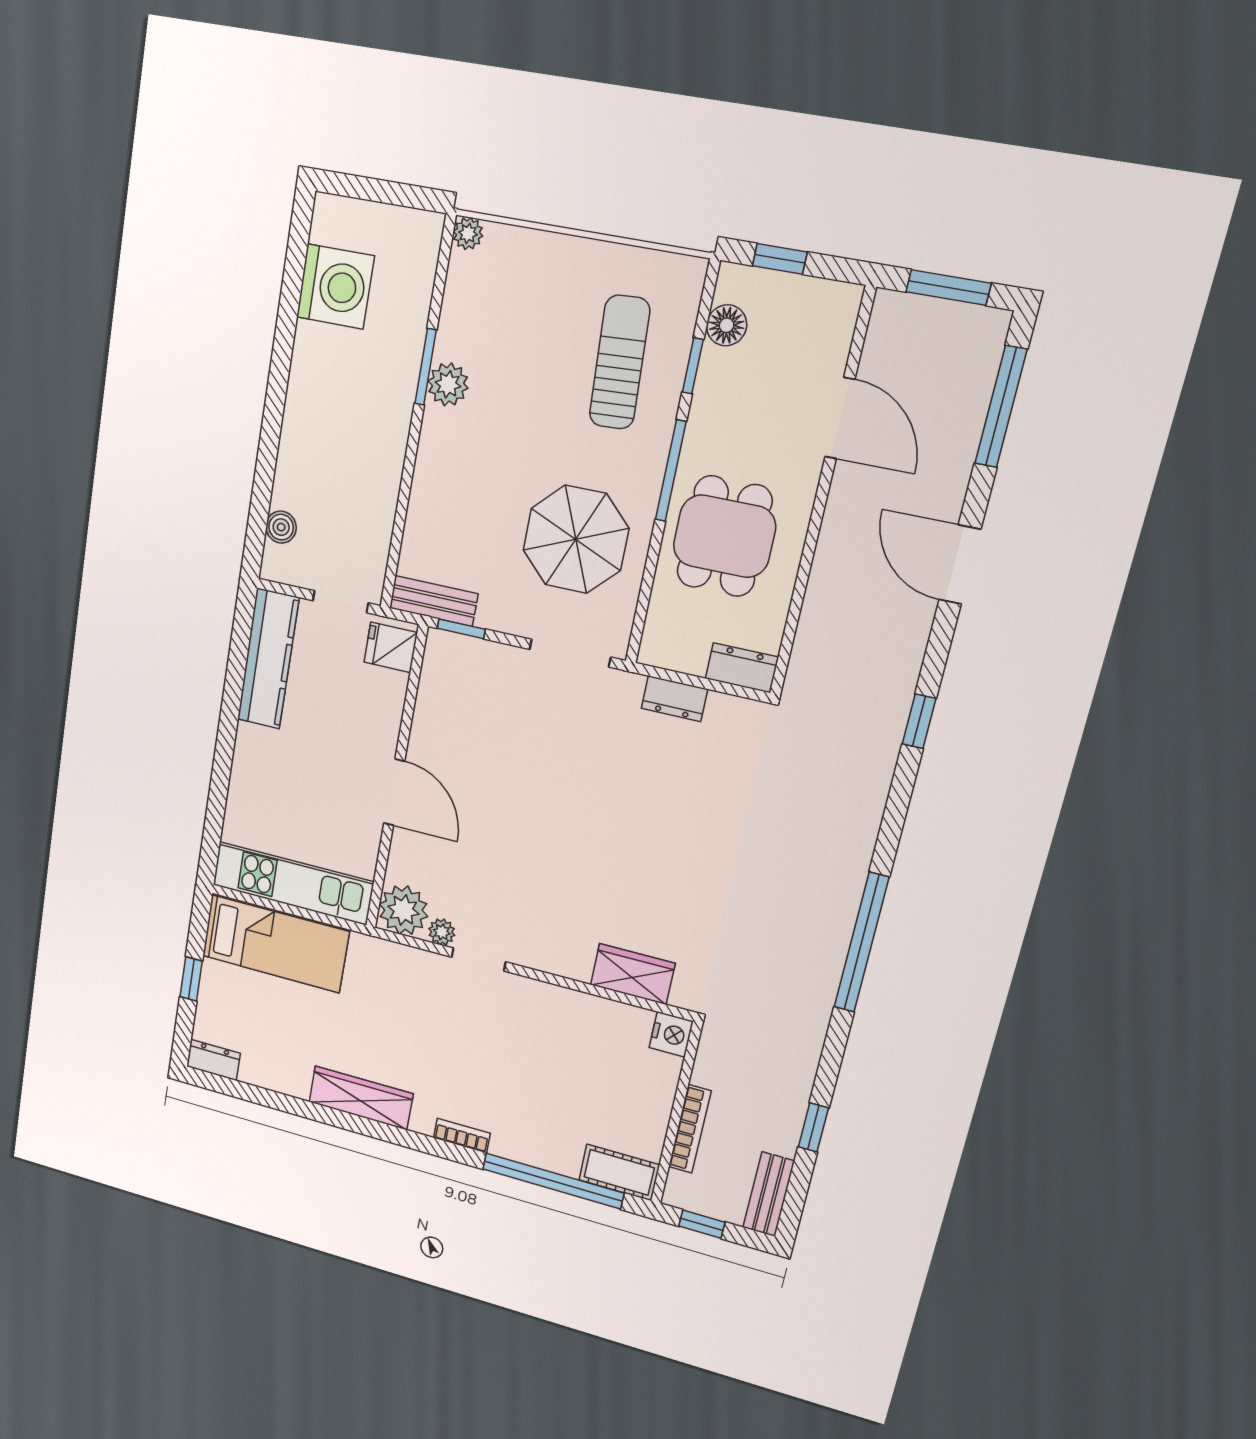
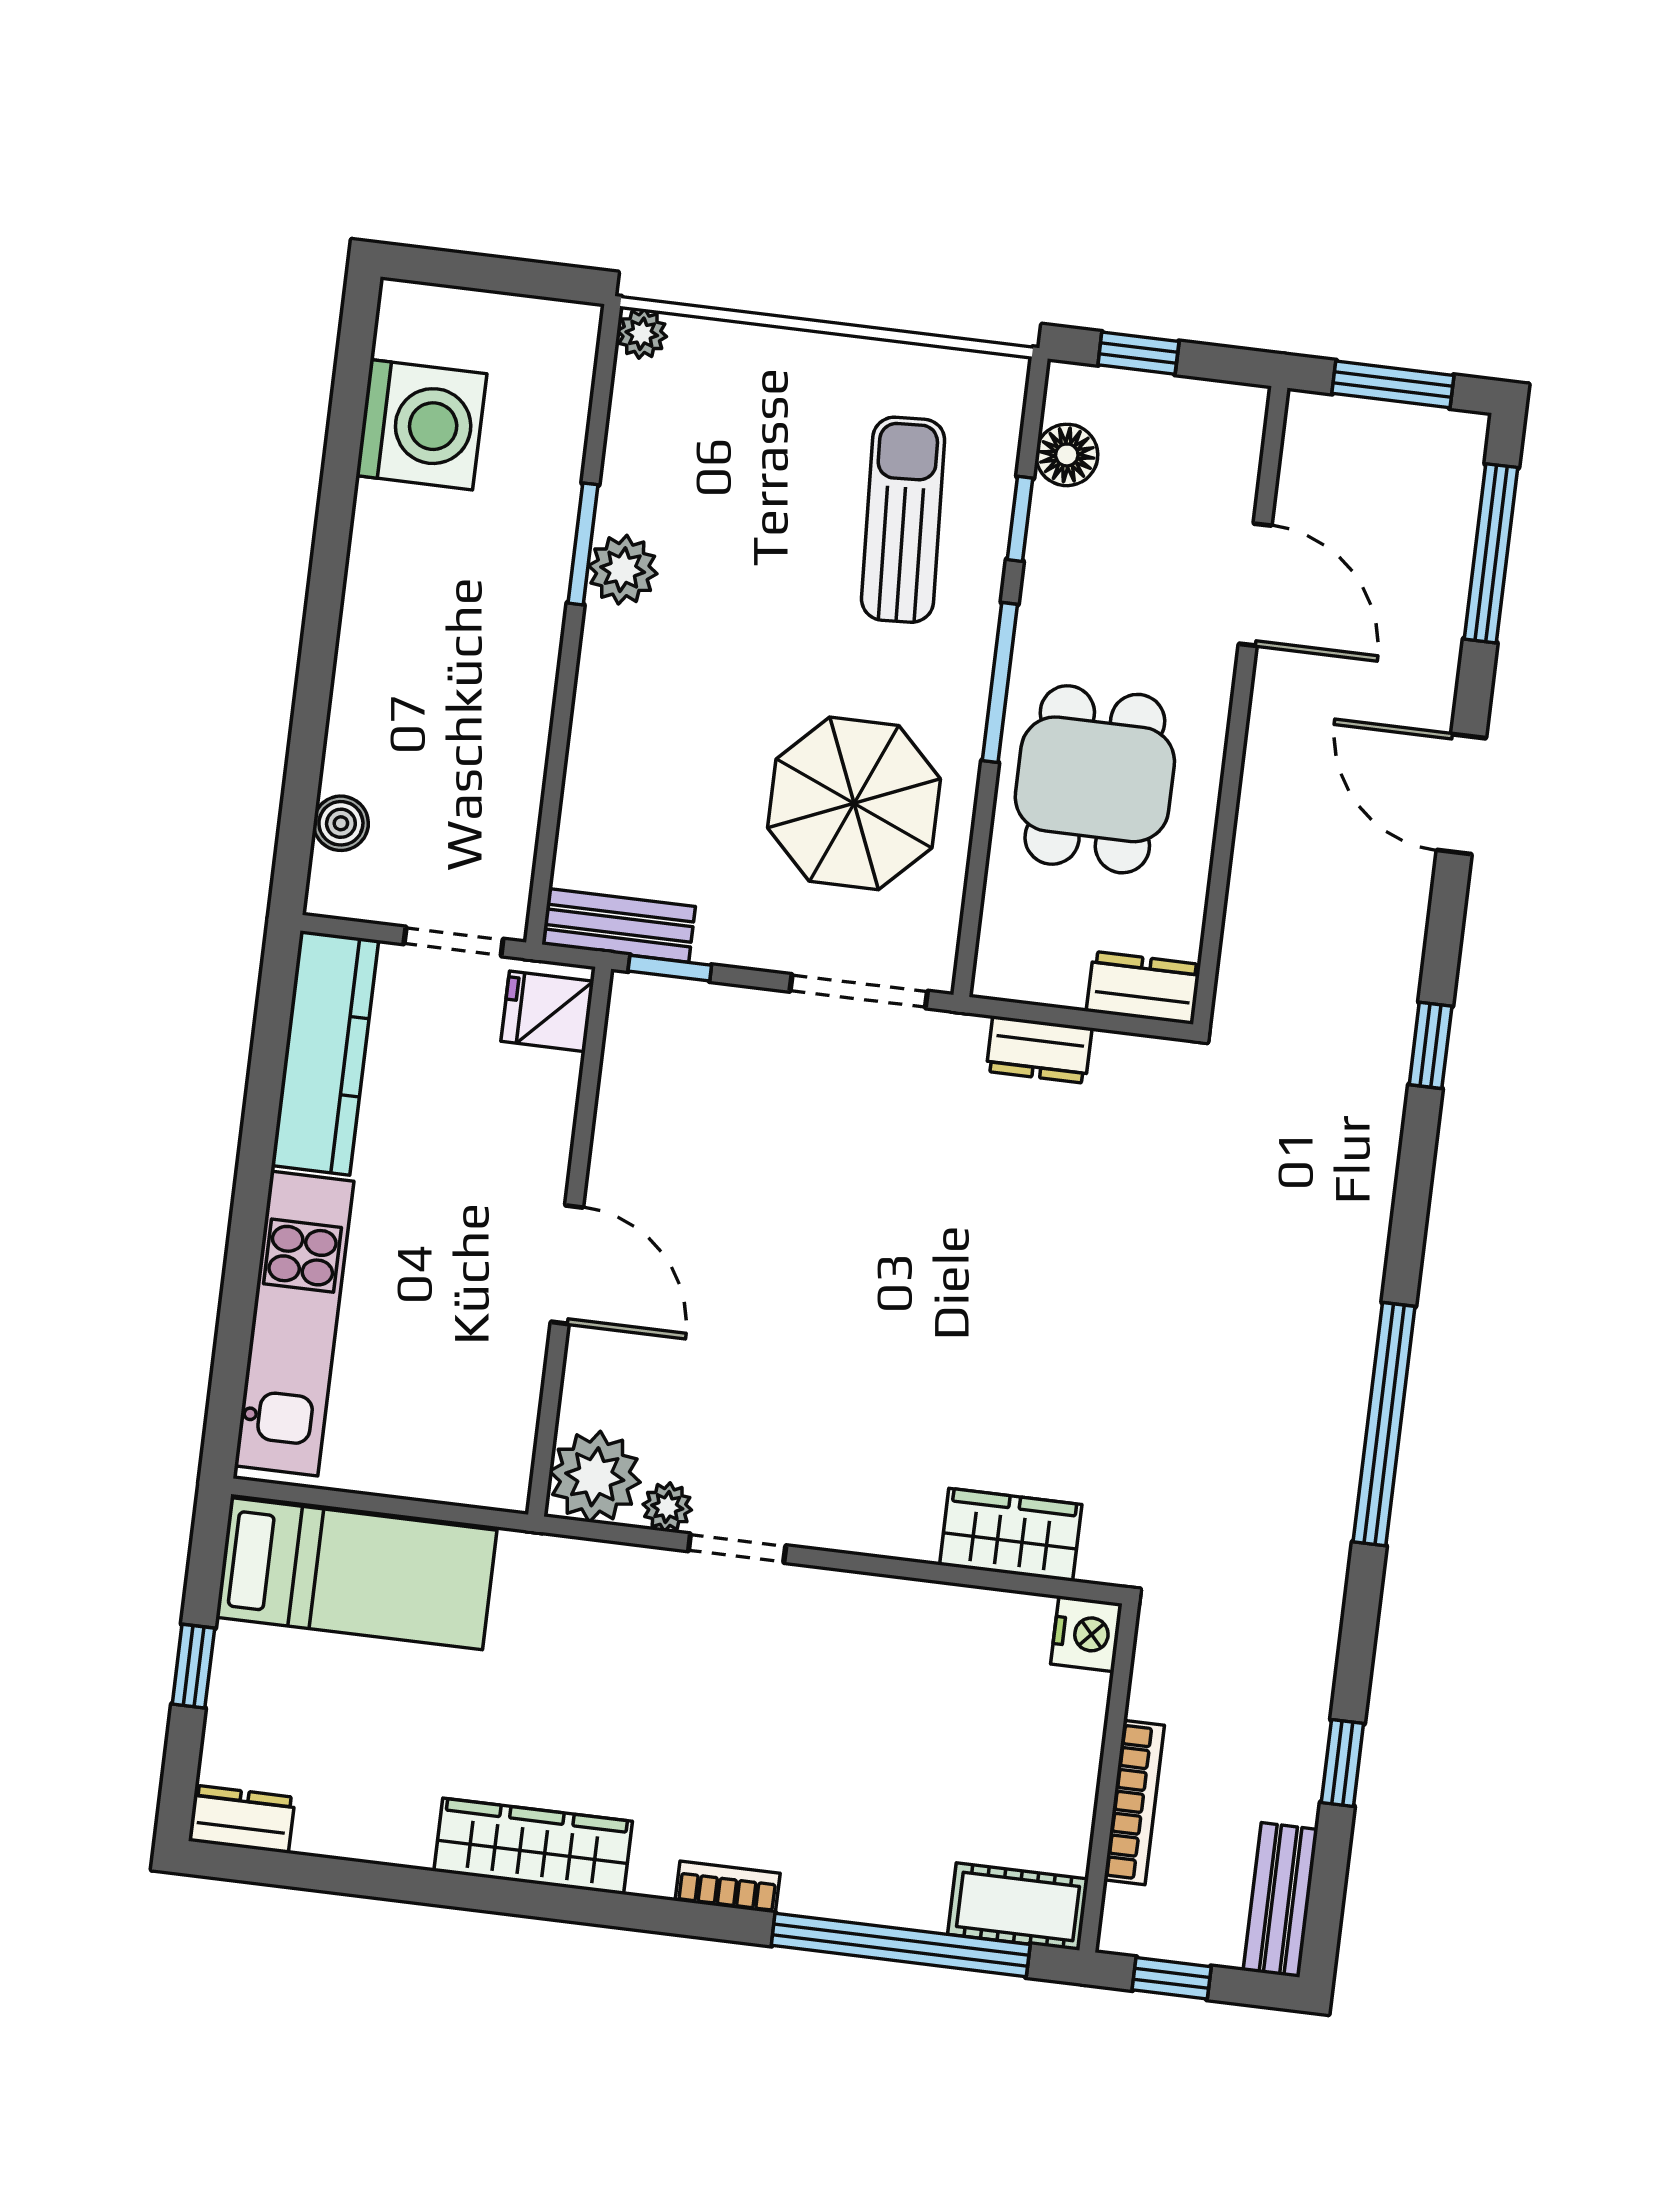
kitchen unit: (293, 883) -> (294, 1323), moved, turned 90

